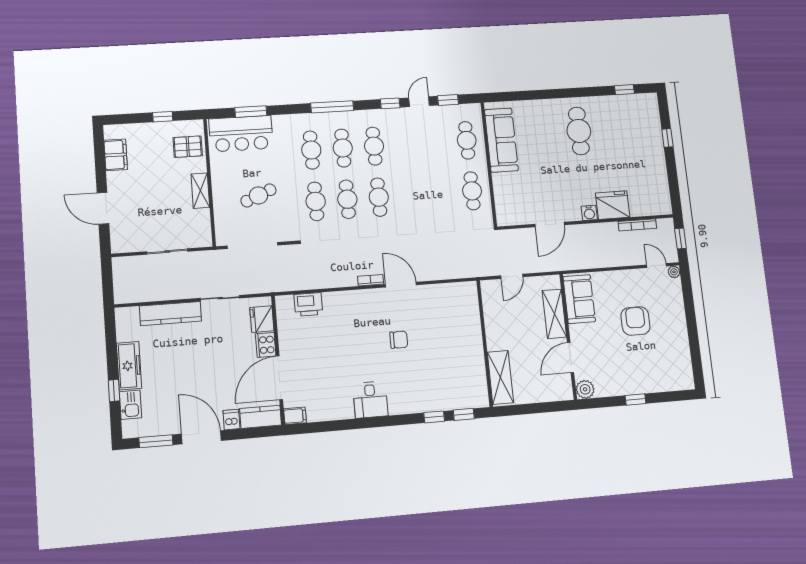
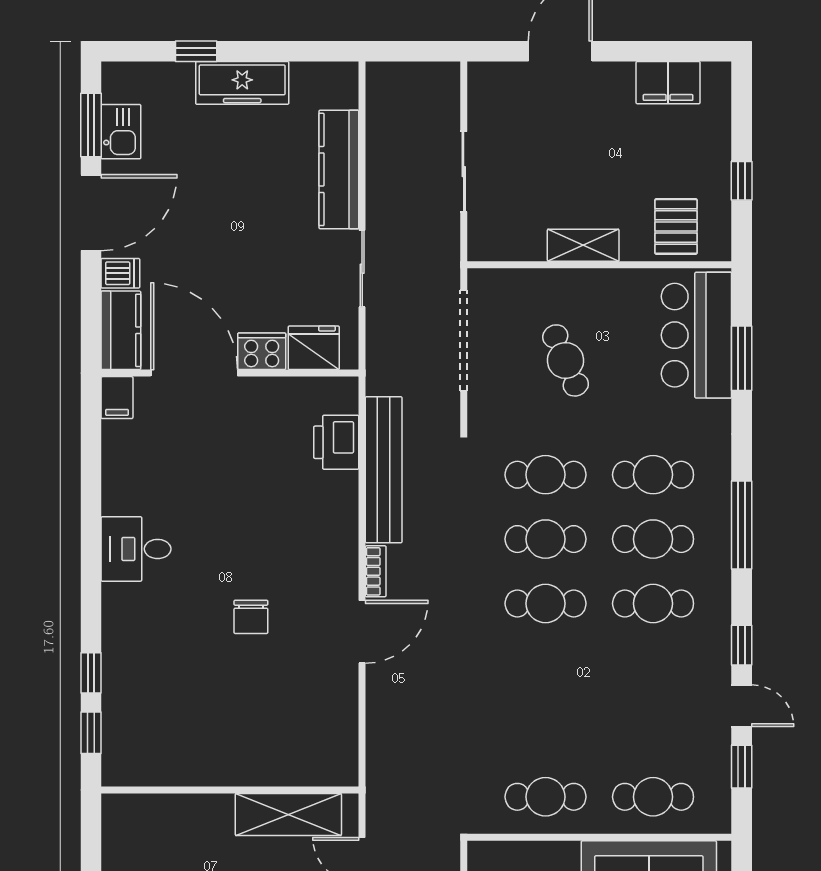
bench: (320, 280) -> (384, 470), added
shelving: (500, 377) -> (288, 814), moved
kitchen sink: (131, 405) -> (121, 132), moved, turned -90

